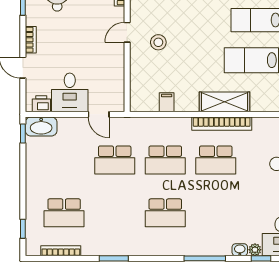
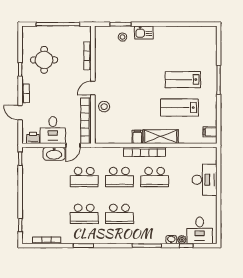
stool: (158, 42) -> (104, 107), moved
bookcase: (117, 79) -> (86, 121), added
filing cabinet: (167, 102) -> (137, 137), moved
door: (99, 114) -> (73, 145), hinge flipped
bookcase: (222, 124) -> (145, 152), moved
washbasin: (41, 126) -> (54, 154), moved
school desk: (64, 213) -> (84, 214), moved

